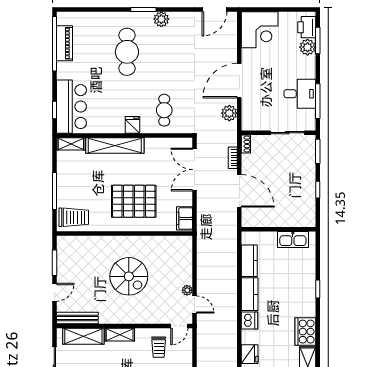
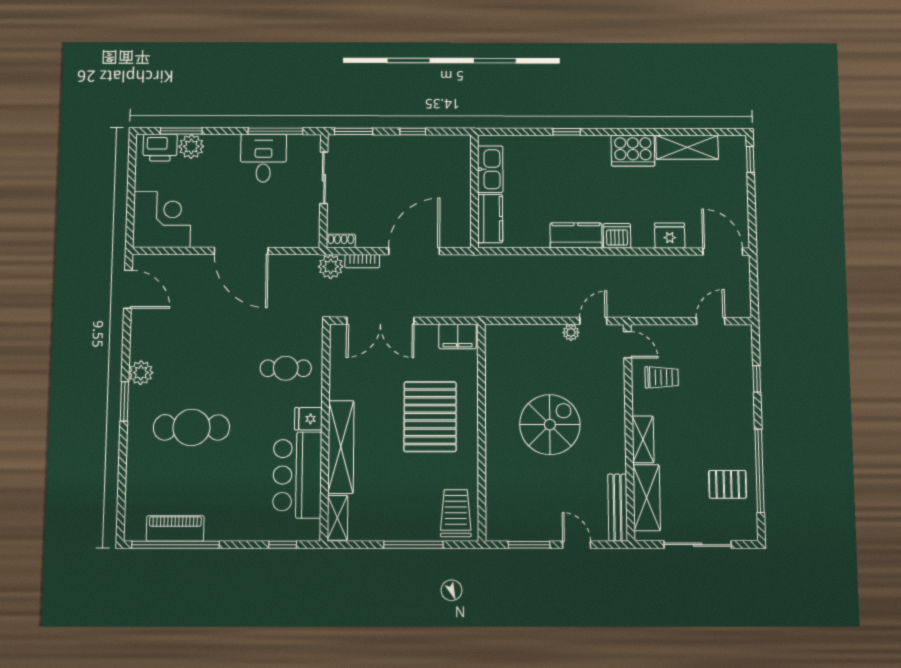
bar counter: (71, 107) -> (297, 475), moved, turned -90
plant: (229, 113) -> (331, 267), moved
kitchen counter: (249, 261) -> (490, 219), moved, turned 90

